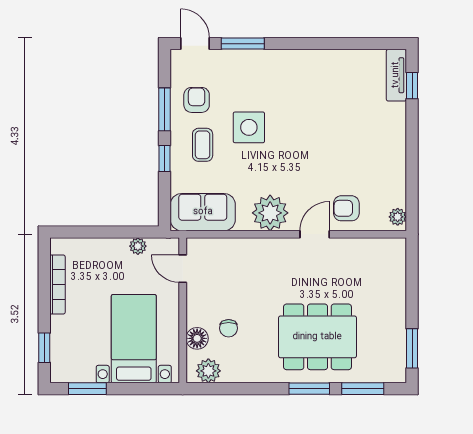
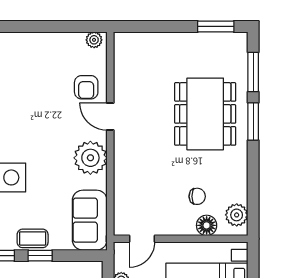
coffee table: (203, 145) -> (33, 238), moved

